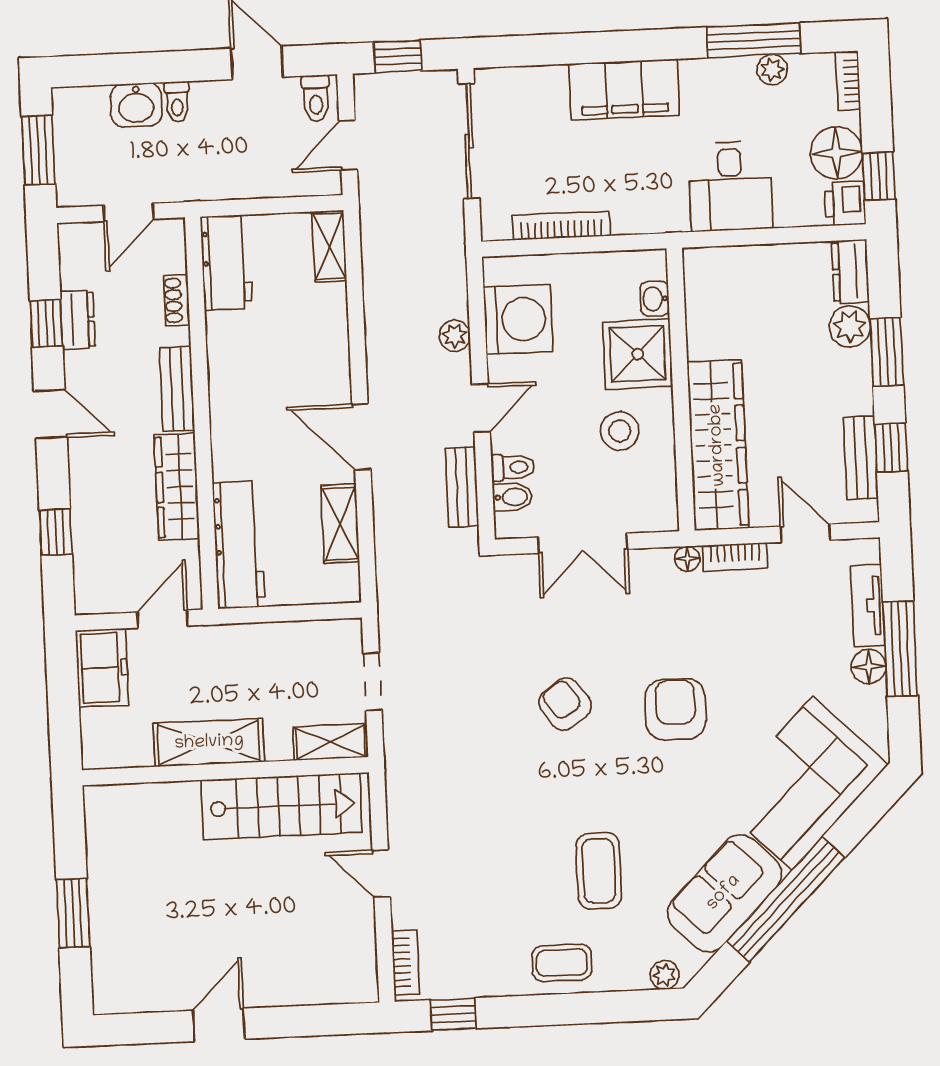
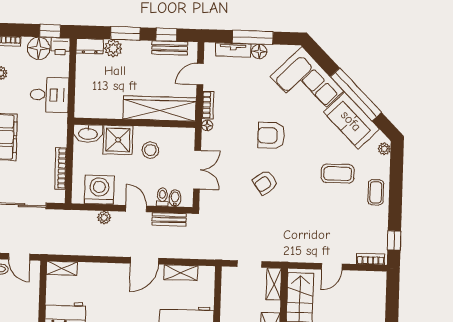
washbasin: (655, 299) -> (88, 133), width x1.91, depth x1.45

